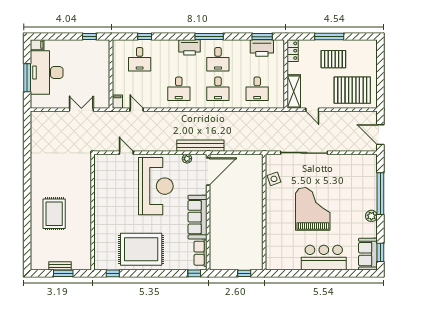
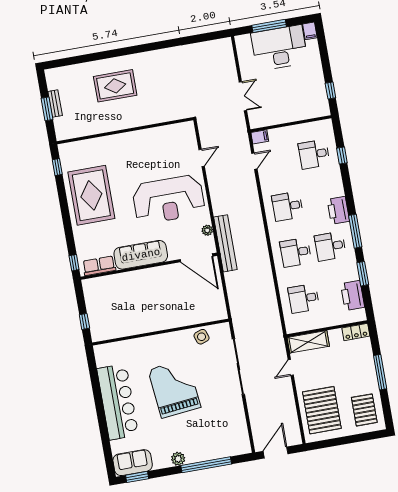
window: (262, 37) -> (363, 274), moved
pallet: (333, 59) -> (364, 410), moved
grand piano: (313, 209) -> (174, 389), turned -96
bar counter: (324, 258) -> (118, 402), width x1.36

